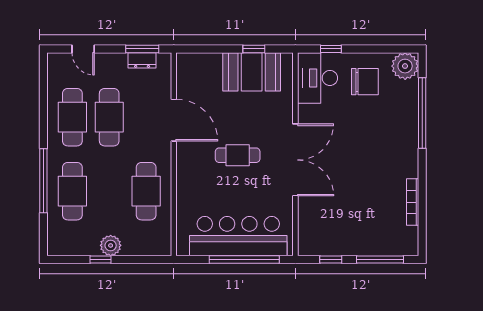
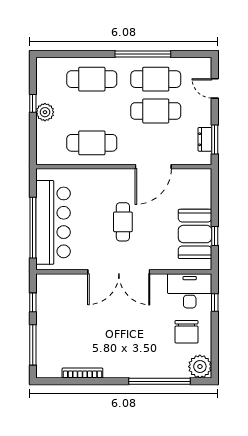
door: (83, 49) -> (215, 88), hinge flipped
window: (43, 181) -> (143, 54), moved

